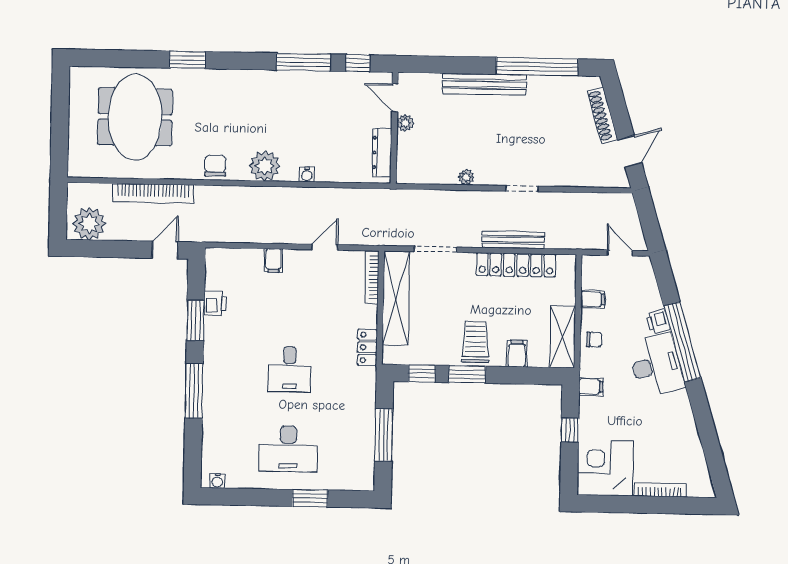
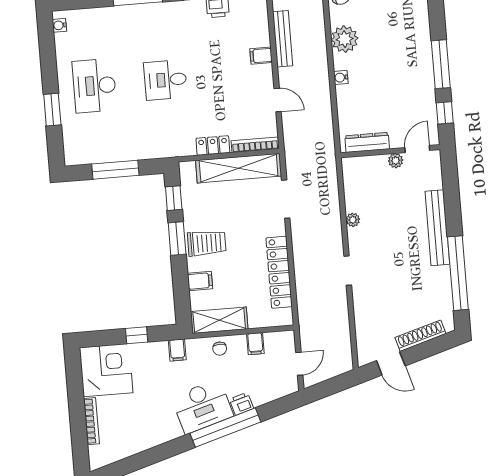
bench: (513, 240) -> (283, 39), moved
locker: (367, 347) -> (213, 145), moved

